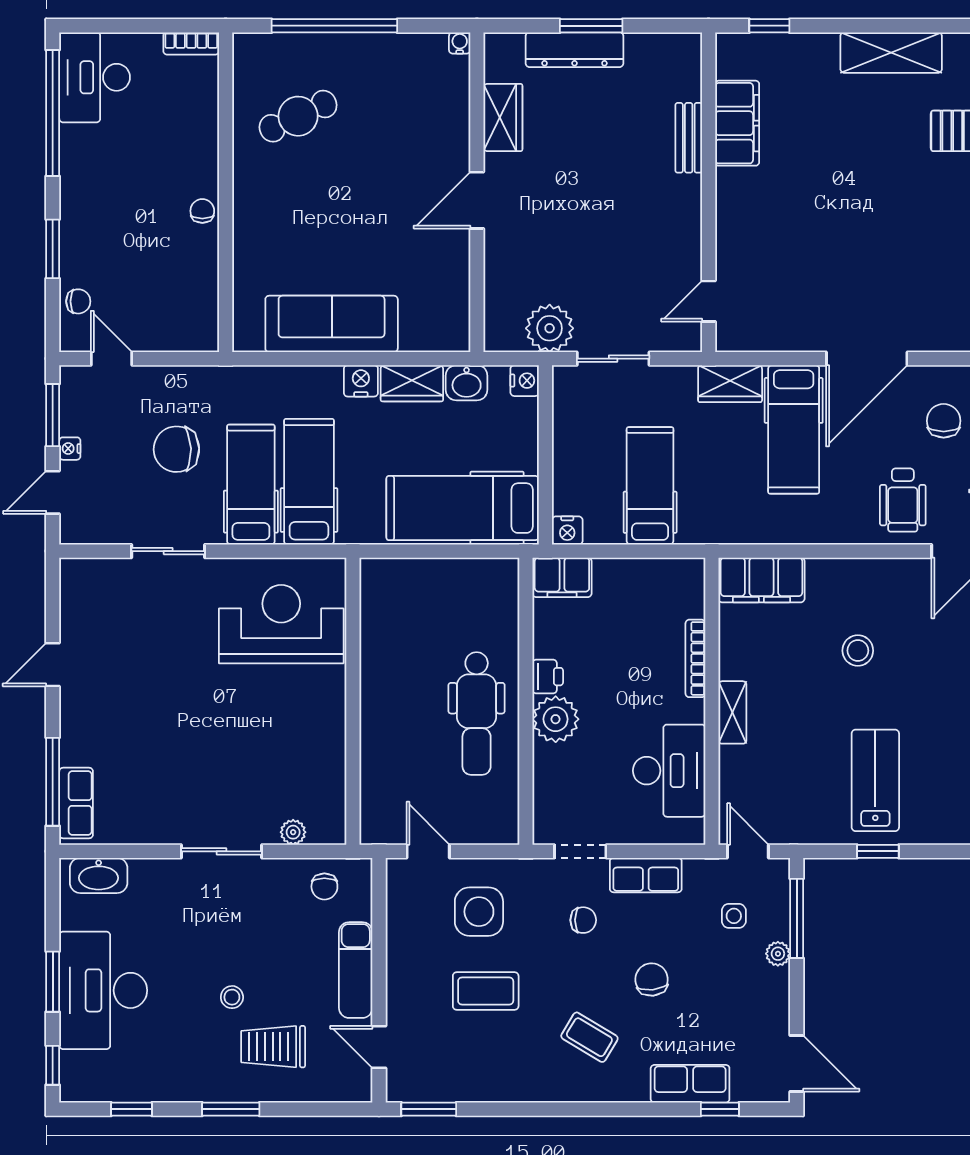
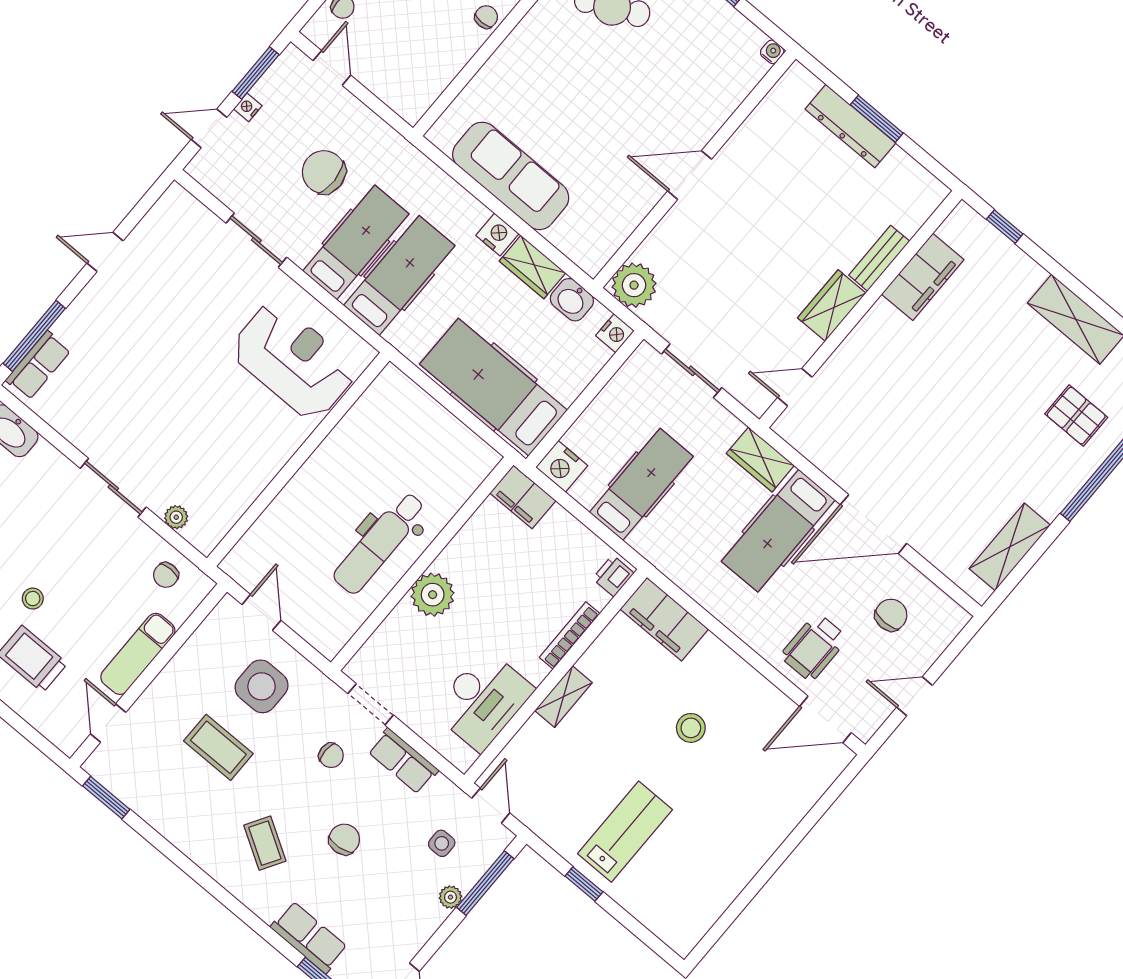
wardrobe: (503, 117) -> (832, 305), moved, turned 180
plant: (550, 328) -> (634, 285), moved
nightstand: (567, 530) -> (562, 466), width x1.36, depth x1.33
printer: (548, 677) -> (613, 576), moved, turned 180

